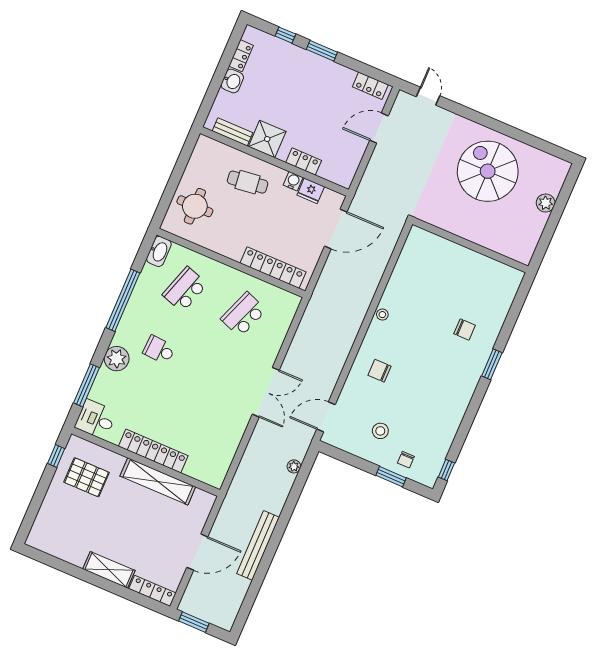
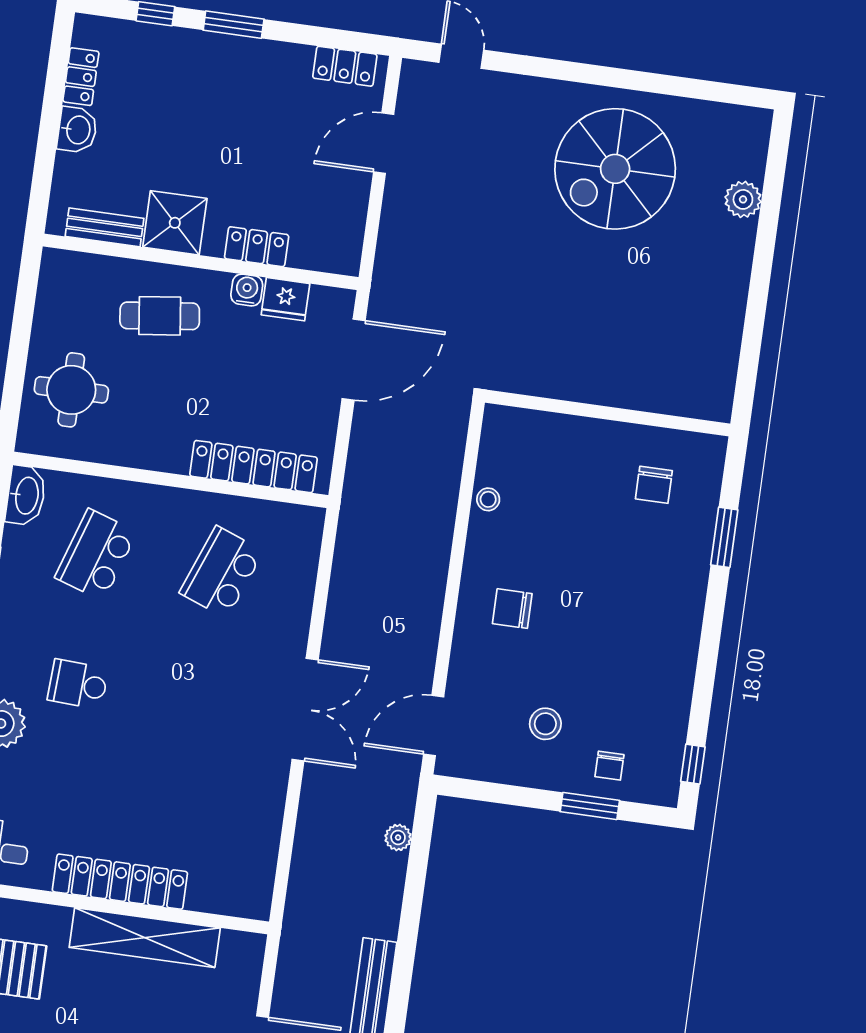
spiral stairs: (488, 171) -> (615, 169), turned -90
wall: (470, 245) -> (608, 413), moved
chair: (465, 329) -> (654, 485), turned 90

